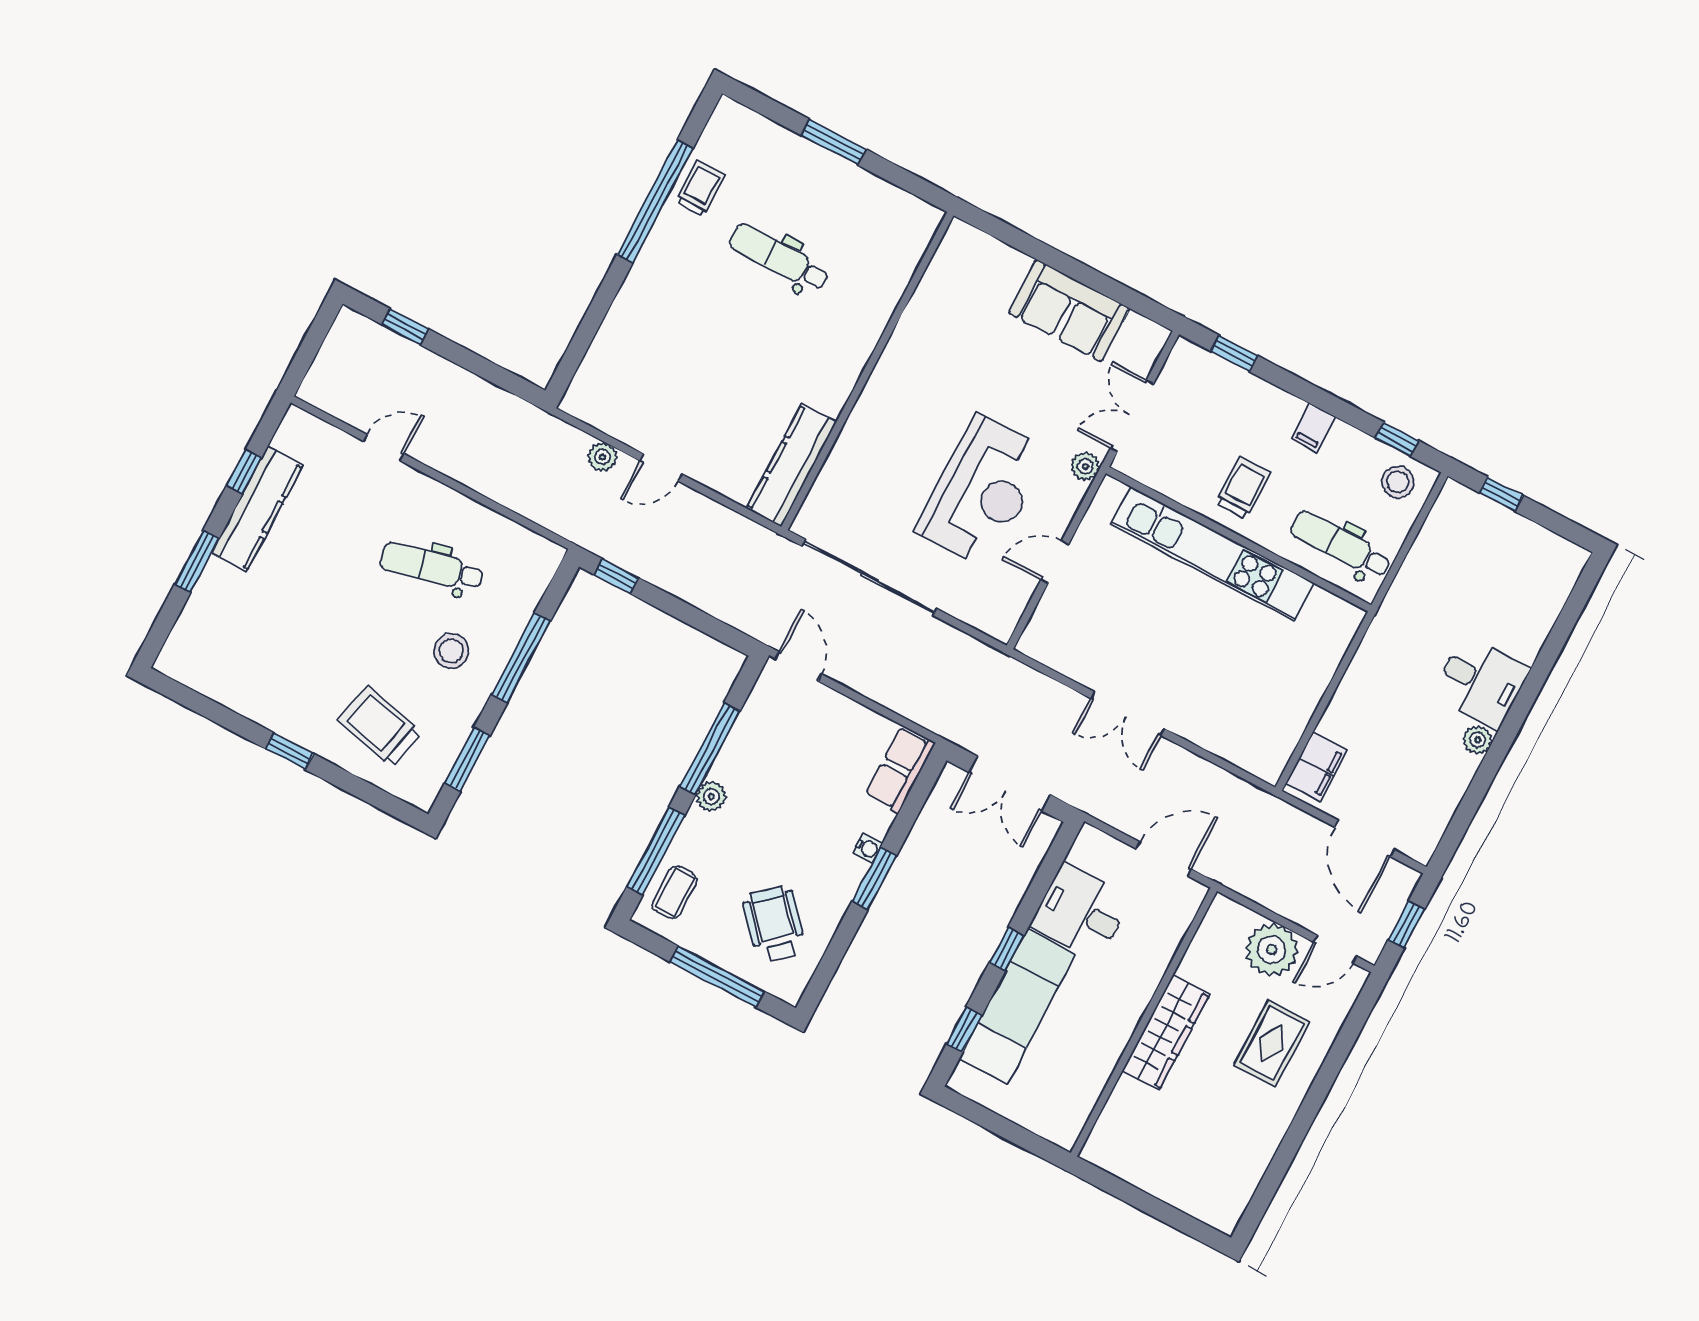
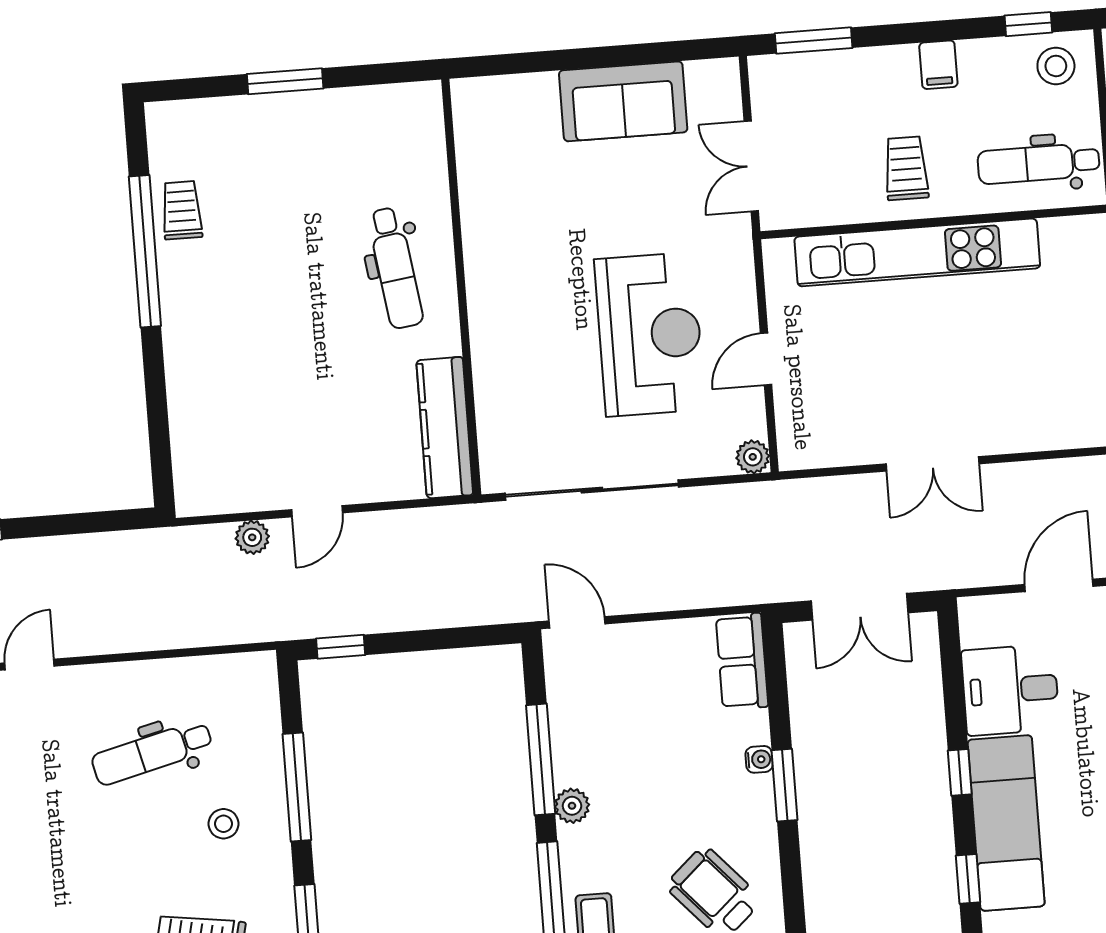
dental chair: (779, 258) -> (395, 268), moved, turned -98
window: (1234, 353) -> (814, 41), width x1.50
plant: (1085, 466) -> (753, 457), moved
stool: (451, 651) -> (224, 824), width x0.73, depth x0.73

